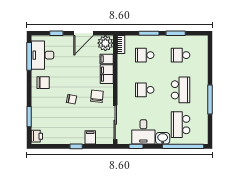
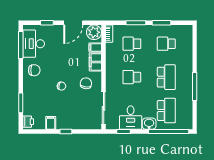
school desk: (181, 125) -> (166, 111), turned 180
filing cabinet: (90, 137) -> (51, 123), moved

